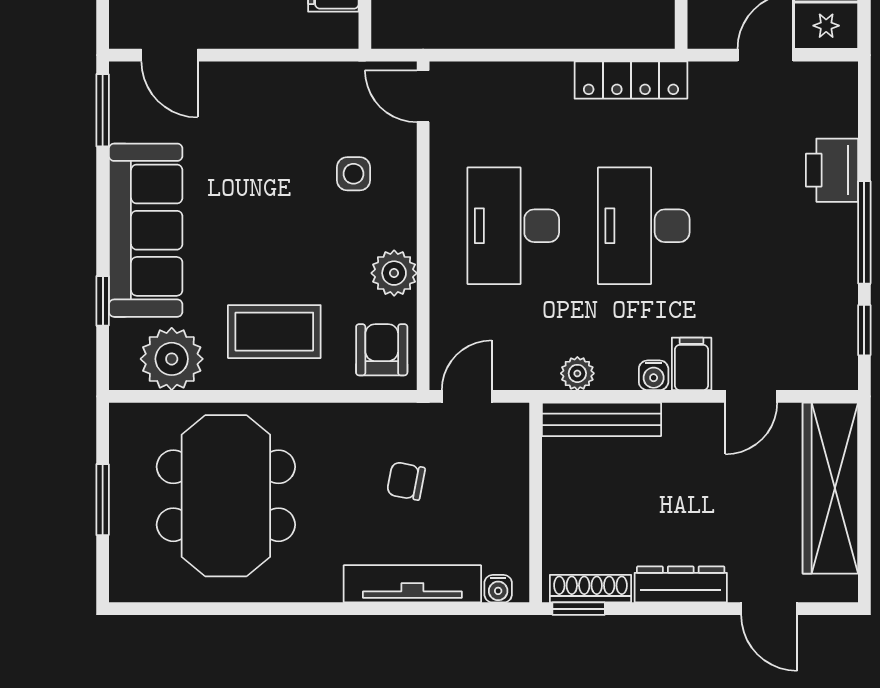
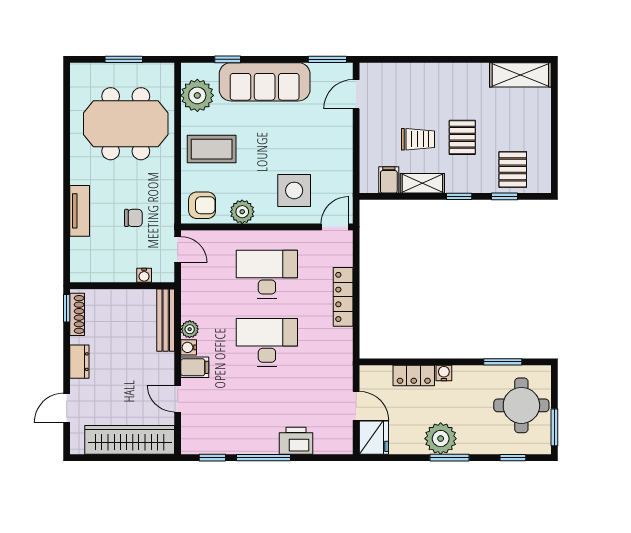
locker: (631, 80) -> (343, 297), moved
side table: (353, 174) -> (294, 190), width x1.87, depth x1.87
coffee table: (274, 332) -> (212, 149), turned 90
plant: (577, 373) -> (190, 329), moved
chair: (406, 481) -> (133, 218), turned 79
tv unit: (412, 584) -> (80, 211), width x0.71
dresser: (681, 584) -> (79, 362), width x0.70
water cooler: (498, 589) -> (144, 275), moved, turned -90

